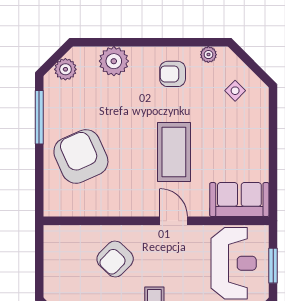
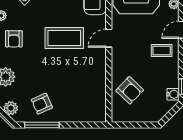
armchair: (81, 156) -> (42, 104), moved, width x0.53, depth x0.53
armchair: (115, 259) -> (130, 90), moved

